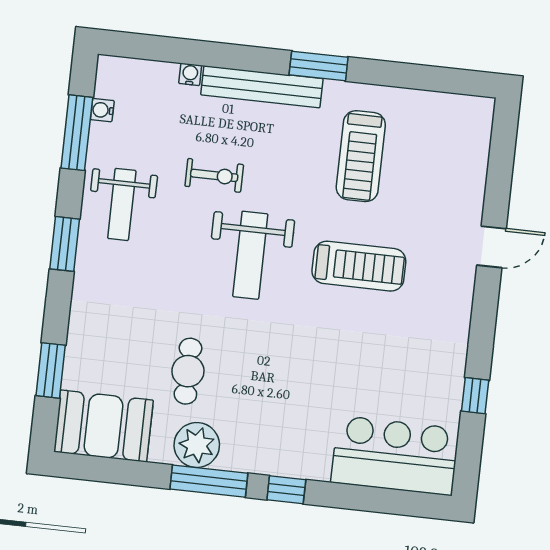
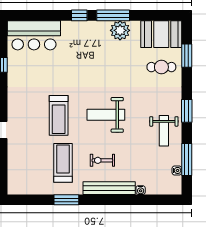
window: (319, 66) -> (66, 200), moved
exercise bike: (214, 175) -> (102, 160), moved
weight bench: (122, 204) -> (164, 131), turned 180
weight bench: (250, 255) -> (106, 115), turned -90
treadmill: (359, 266) -> (59, 115), turned -90
cafe table: (188, 371) -> (161, 67), moved, turned 90

